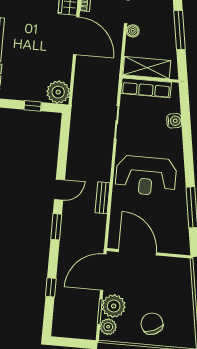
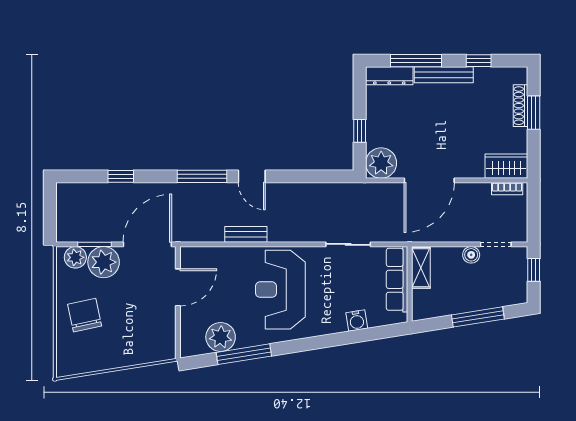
door: (76, 36) -> (429, 180), moved
shelving: (147, 68) -> (421, 268), width x0.67, depth x0.75
plant: (177, 224) -> (221, 337), added
window: (56, 227) -> (202, 176), width x1.44
door: (137, 252) -> (178, 287), width x0.73
door: (103, 272) -> (147, 244), hinge flipped
chair: (152, 324) -> (85, 315), turned -79

